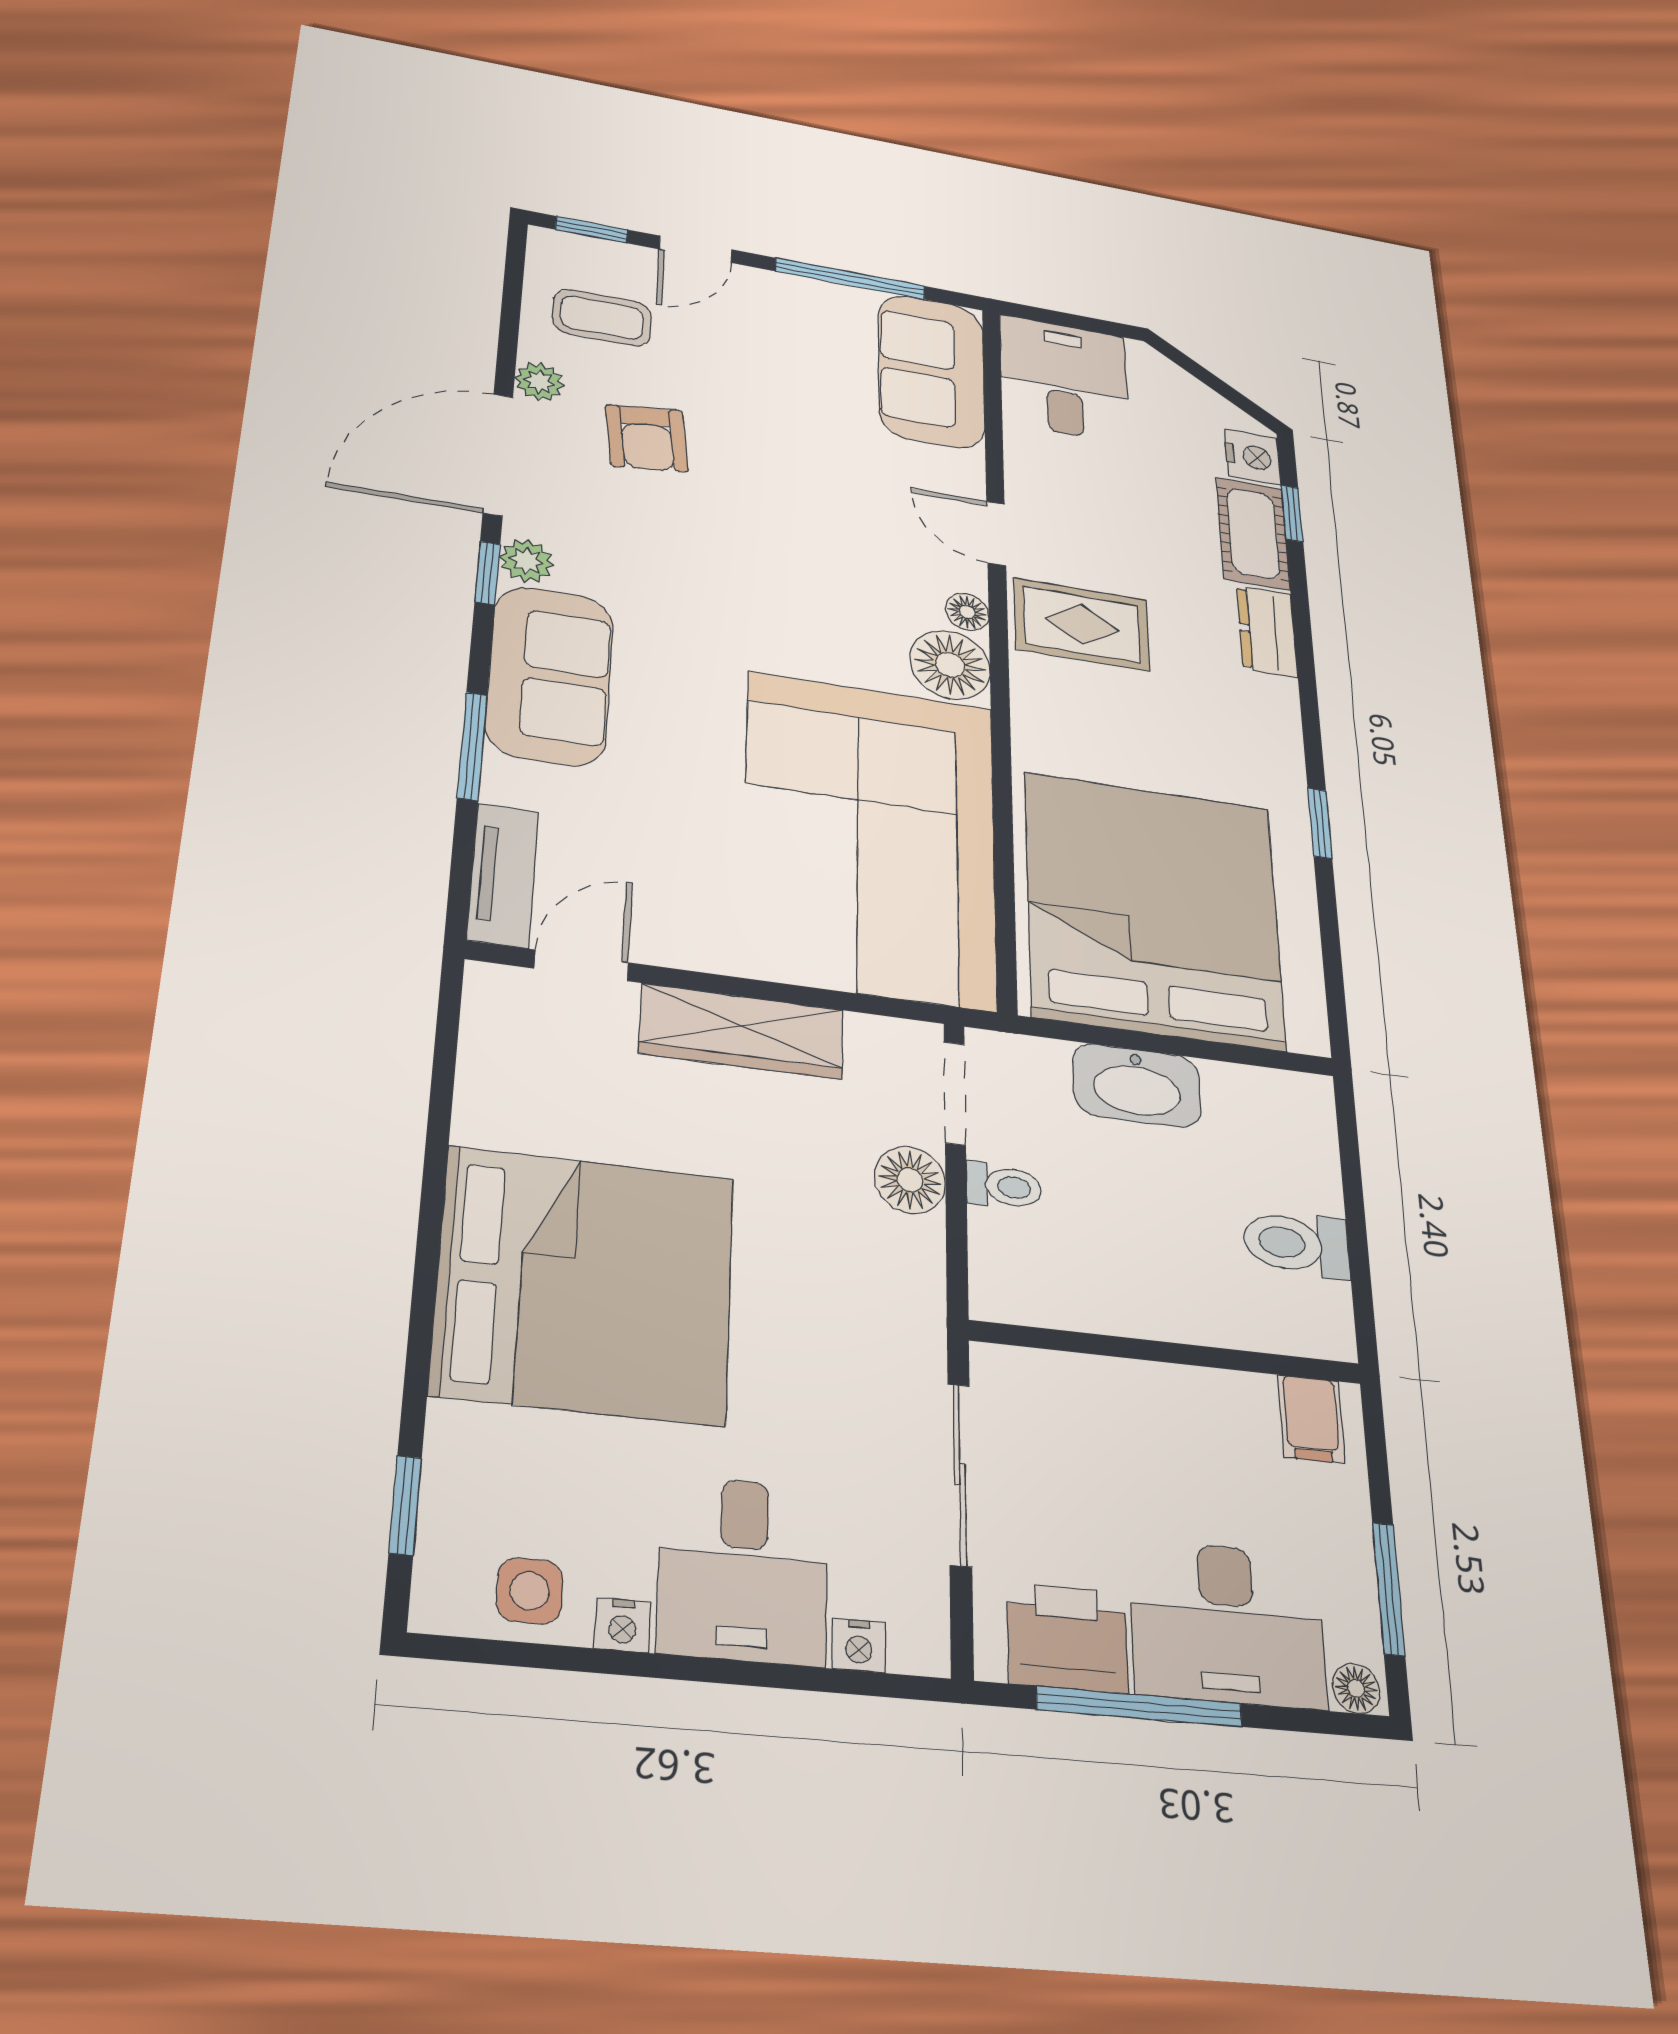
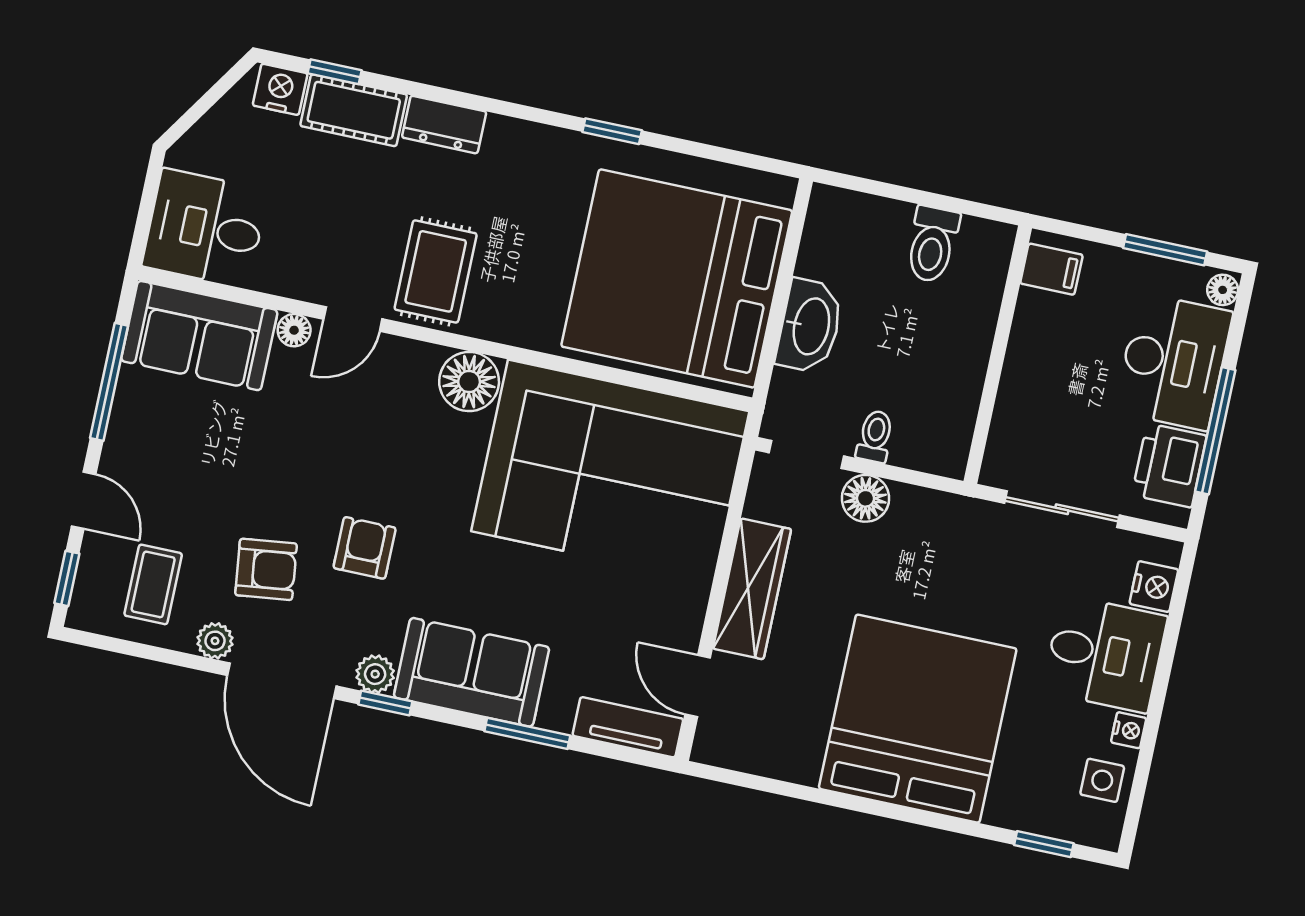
armchair: (699, 548) -> (365, 548), added
floor lamp: (967, 612) -> (294, 330), moved
nightstand: (859, 1646) -> (1154, 587), width x1.39, depth x1.35

